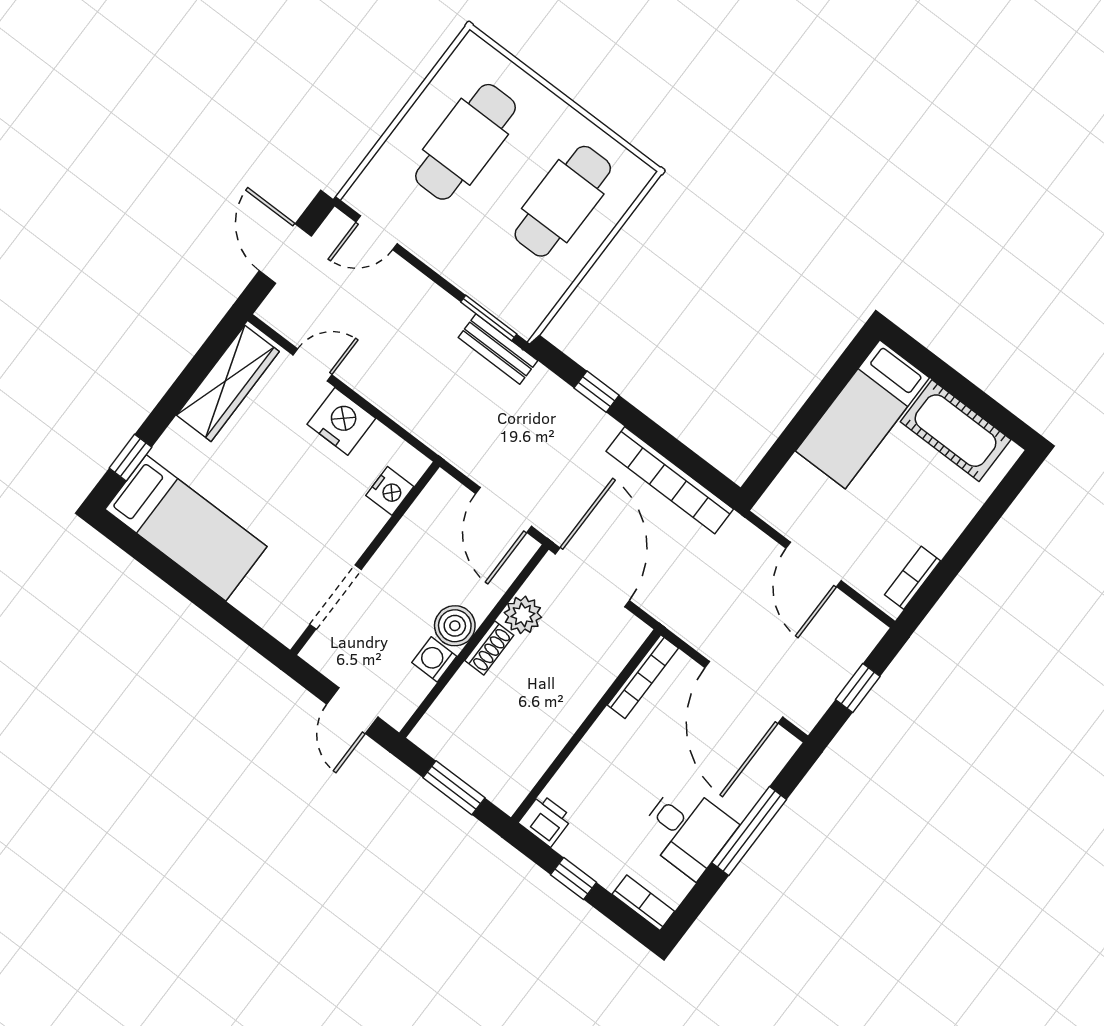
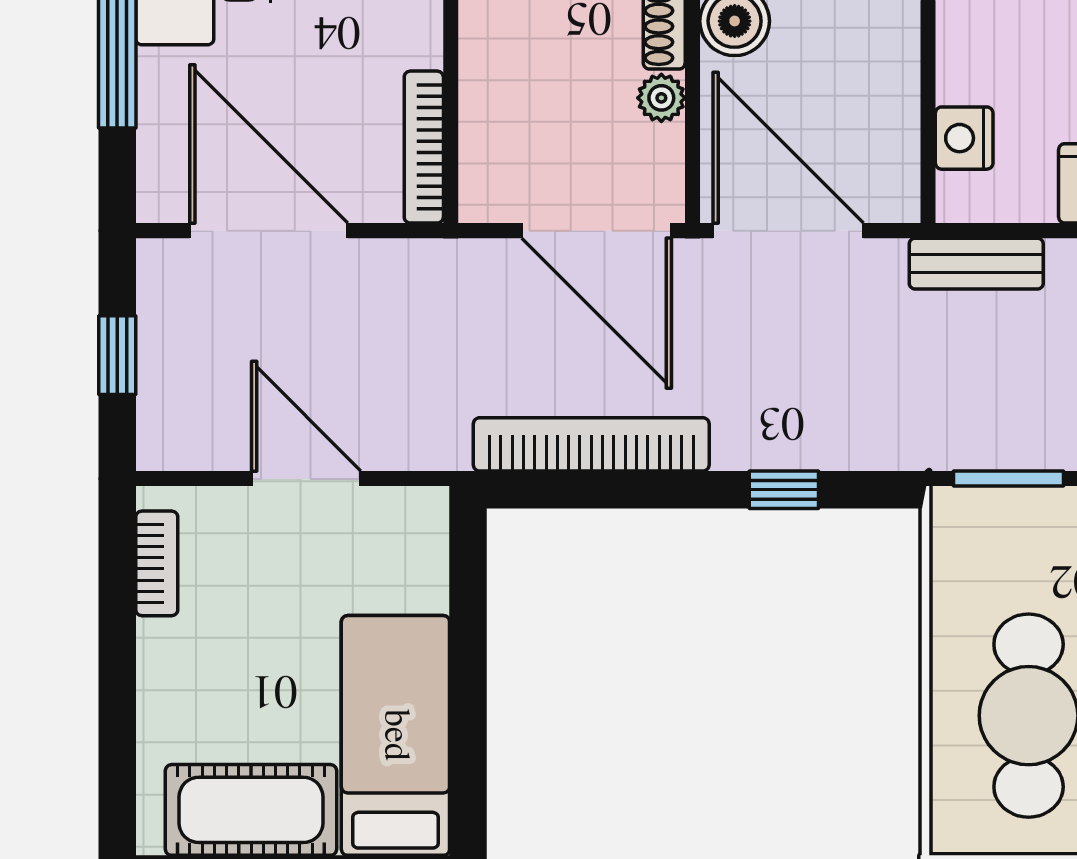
bench: (498, 349) -> (976, 264), moved
door: (504, 510) -> (788, 231), width x1.36
plant: (523, 615) -> (661, 98), width x0.73, depth x0.73

